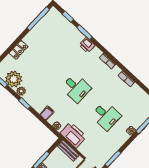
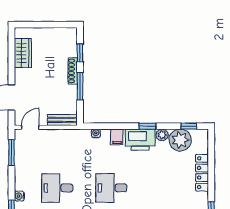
locker: (19, 50) -> (202, 173), width x1.53
printer: (73, 135) -> (140, 140), moved

